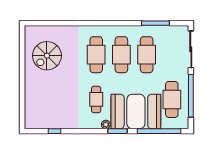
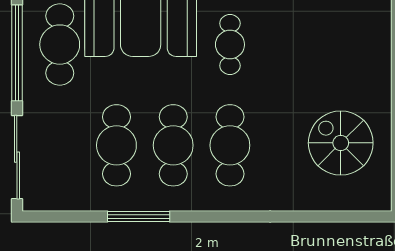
window: (155, 23) -> (139, 216), moved
spiral stairs: (47, 56) -> (341, 143), turned -90

